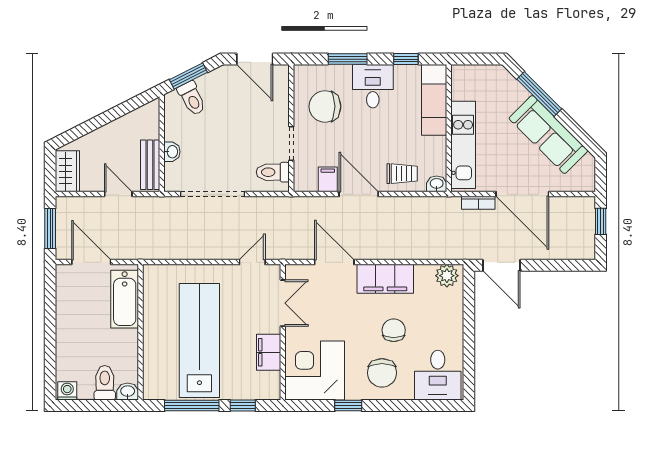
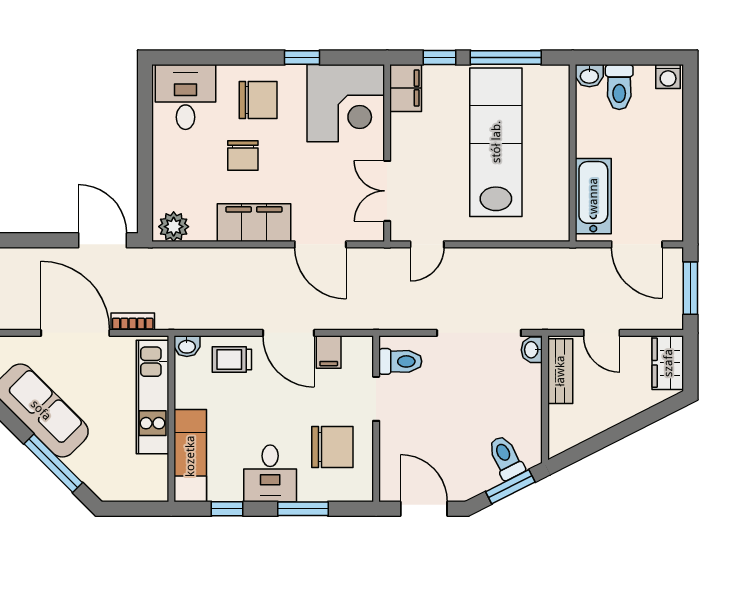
washbasin: (172, 152) -> (532, 350), moved
lab bench: (199, 340) -> (496, 142), turned 180
filing cabinet: (269, 352) -> (406, 88), moved
chair: (382, 373) -> (258, 100), turned 90

